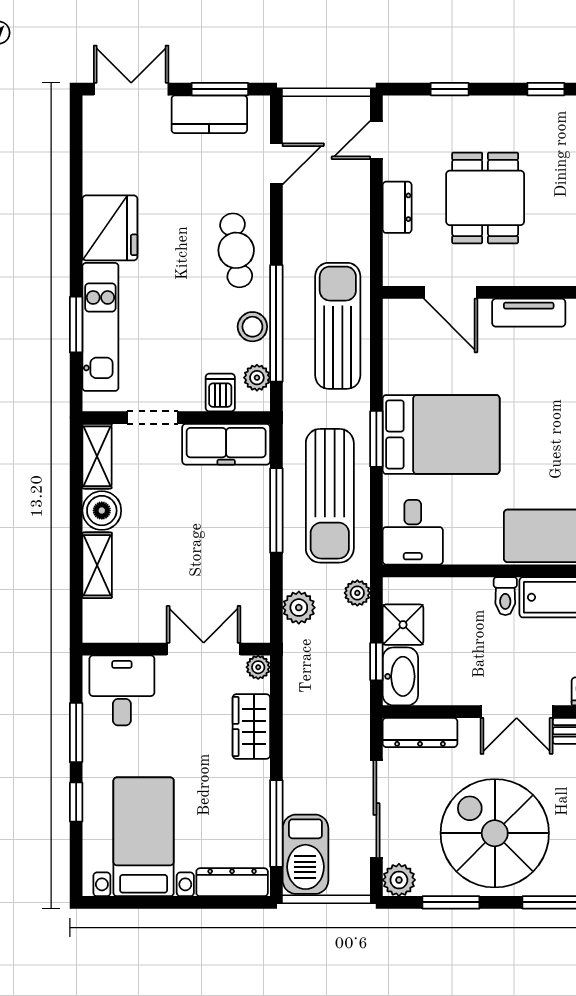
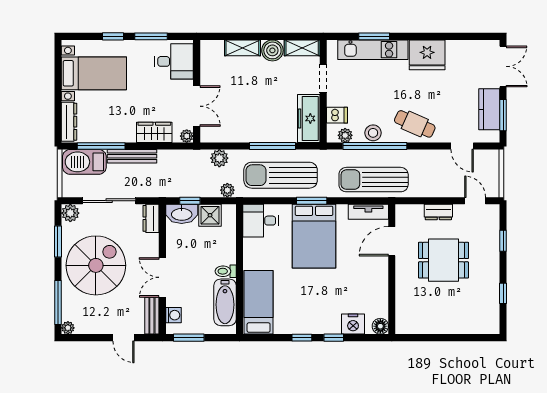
cafe table: (236, 250) -> (415, 124), turned 32
tv unit: (529, 313) -> (368, 212), moved, turned -90
sun lounger: (338, 326) -> (374, 180), turned 180
dresser: (420, 733) -> (151, 218), width x0.70
bench: (295, 767) -> (132, 156), added

